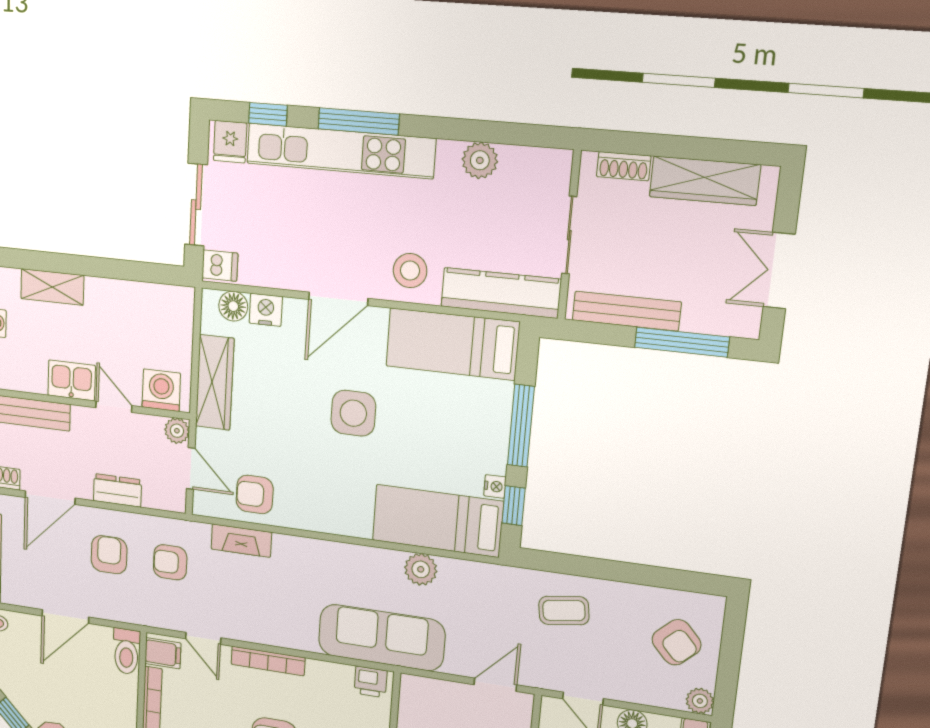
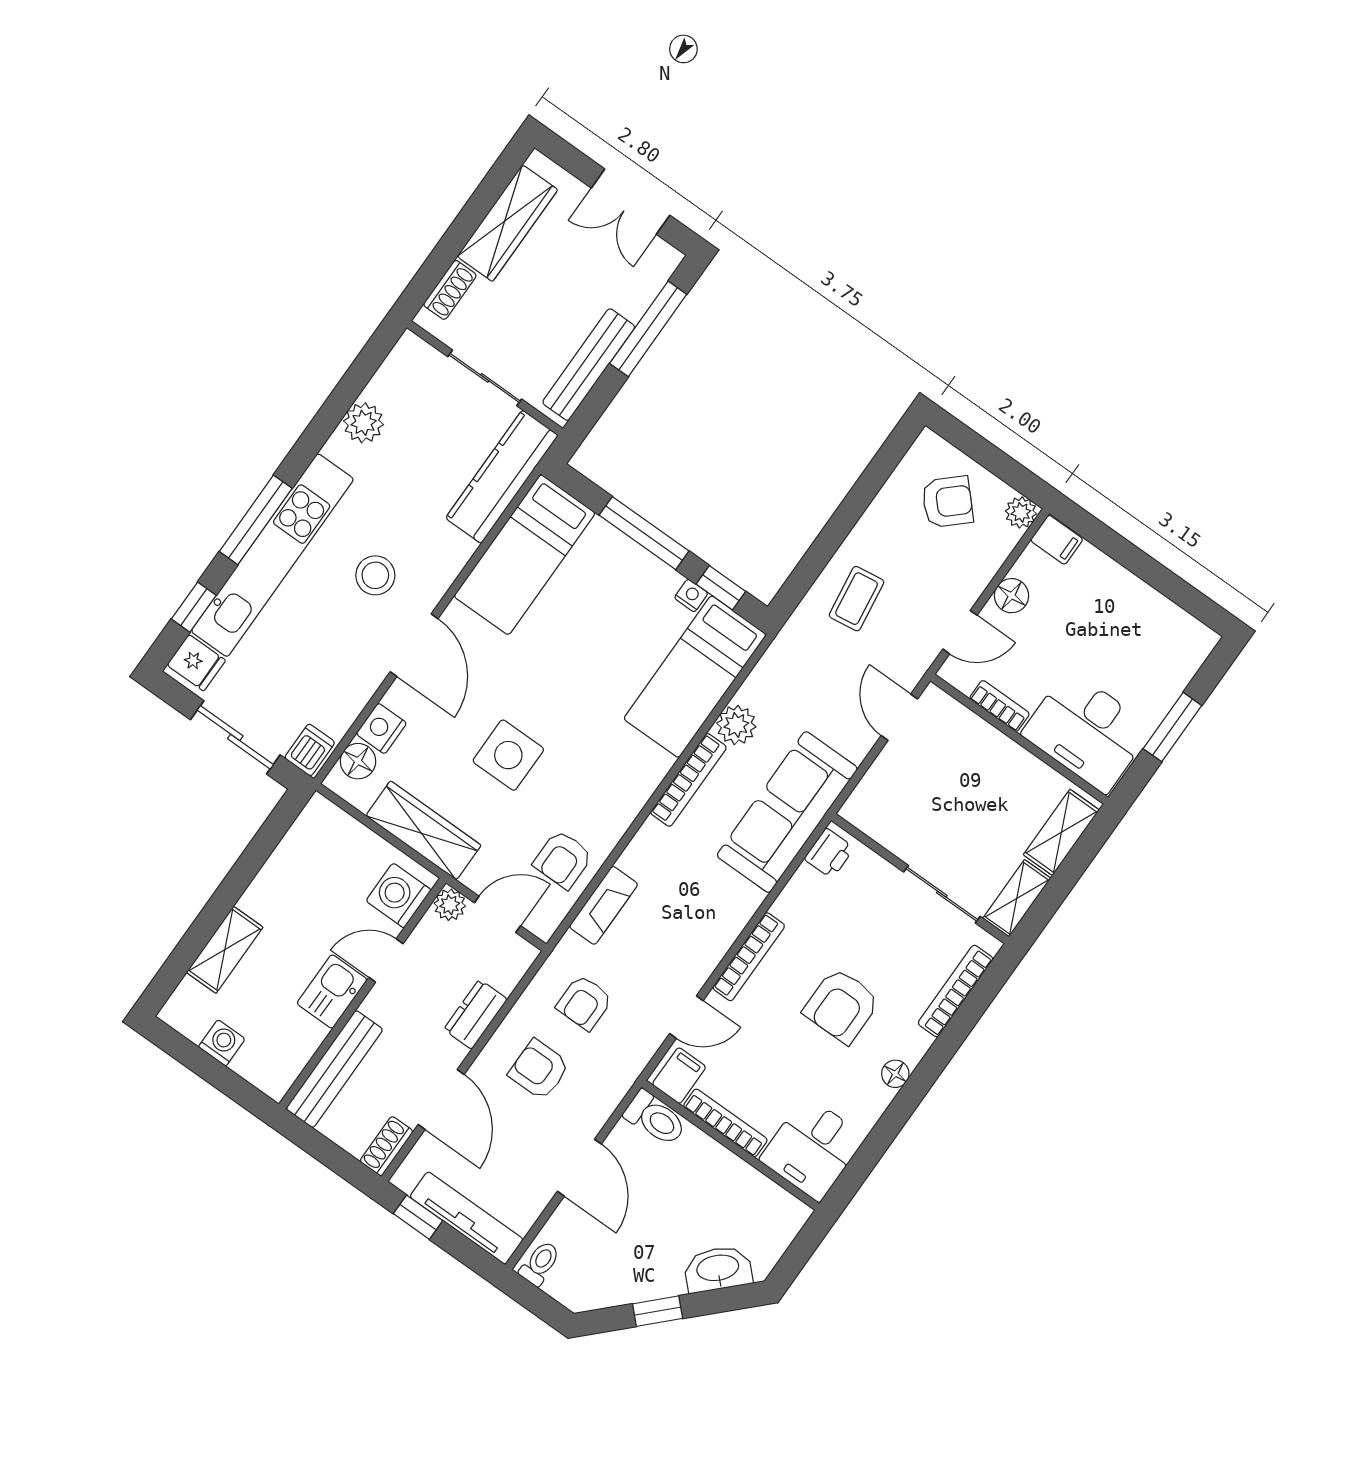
stool: (410, 271) -> (375, 575), moved
side table: (353, 413) -> (508, 755), moved
bookcase: (362, 555) -> (688, 780), added

